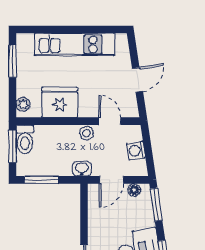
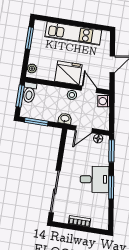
fridge: (60, 102) -> (68, 73), moved
washing machine: (136, 151) -> (104, 101), moved

